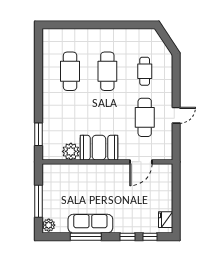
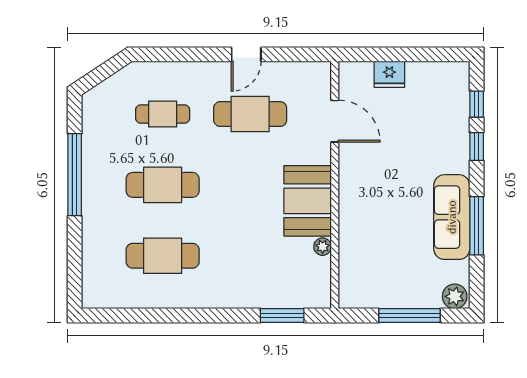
window: (113, 25) -> (75, 175), added
door: (176, 115) -> (246, 54), swing flipped
plant: (71, 151) -> (323, 247), width x0.53, depth x0.53
fridge: (166, 220) -> (389, 74), moved

